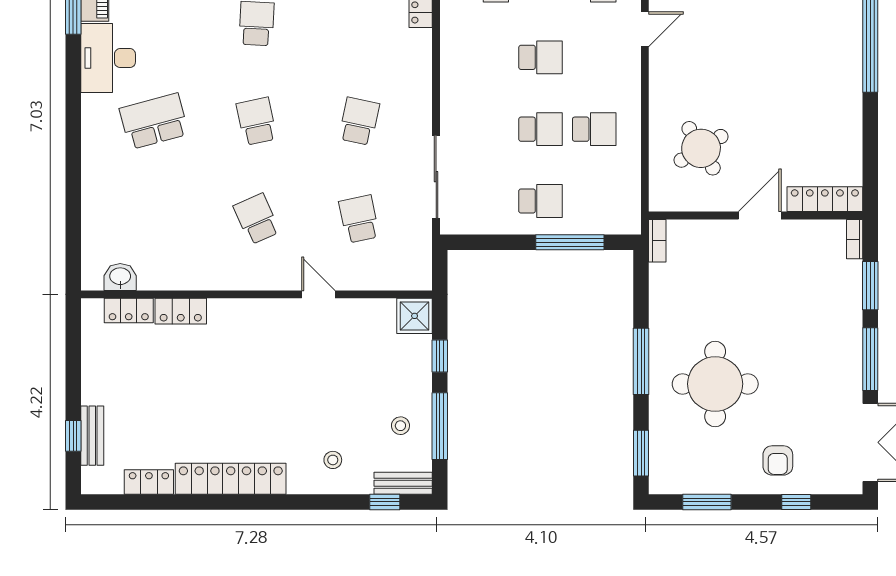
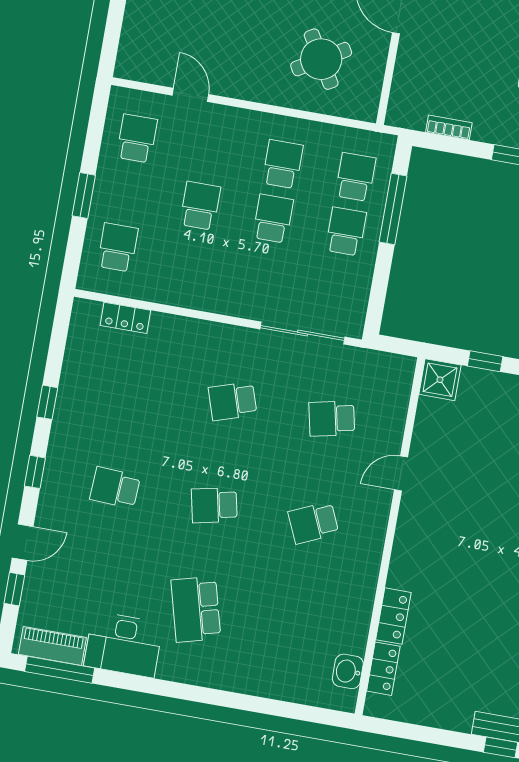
school desk: (359, 121) -> (233, 401), turned -30
school desk: (594, 201) -> (355, 177), added
bookcase: (657, 241) -> (449, 127), moved

